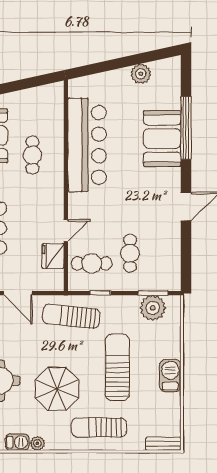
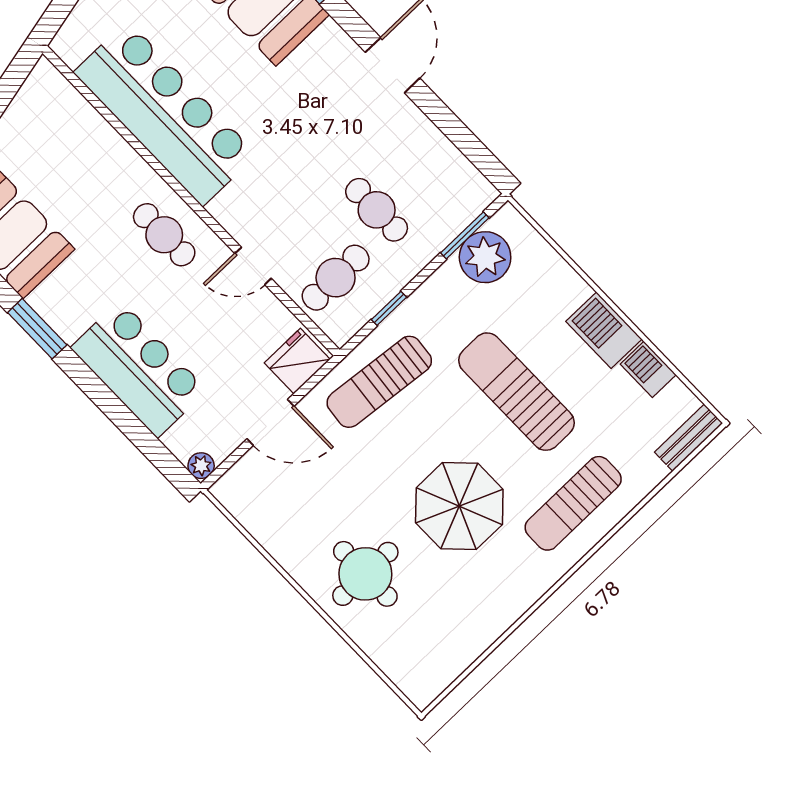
cafe table: (32, 155) -> (164, 235), moved
door: (66, 231) -> (253, 266), swing flipped
fridge: (53, 256) -> (297, 361), moved, turned 90
barbecue: (17, 442) -> (648, 369), moved, turned -90
plant: (37, 443) -> (507, 612), removed

